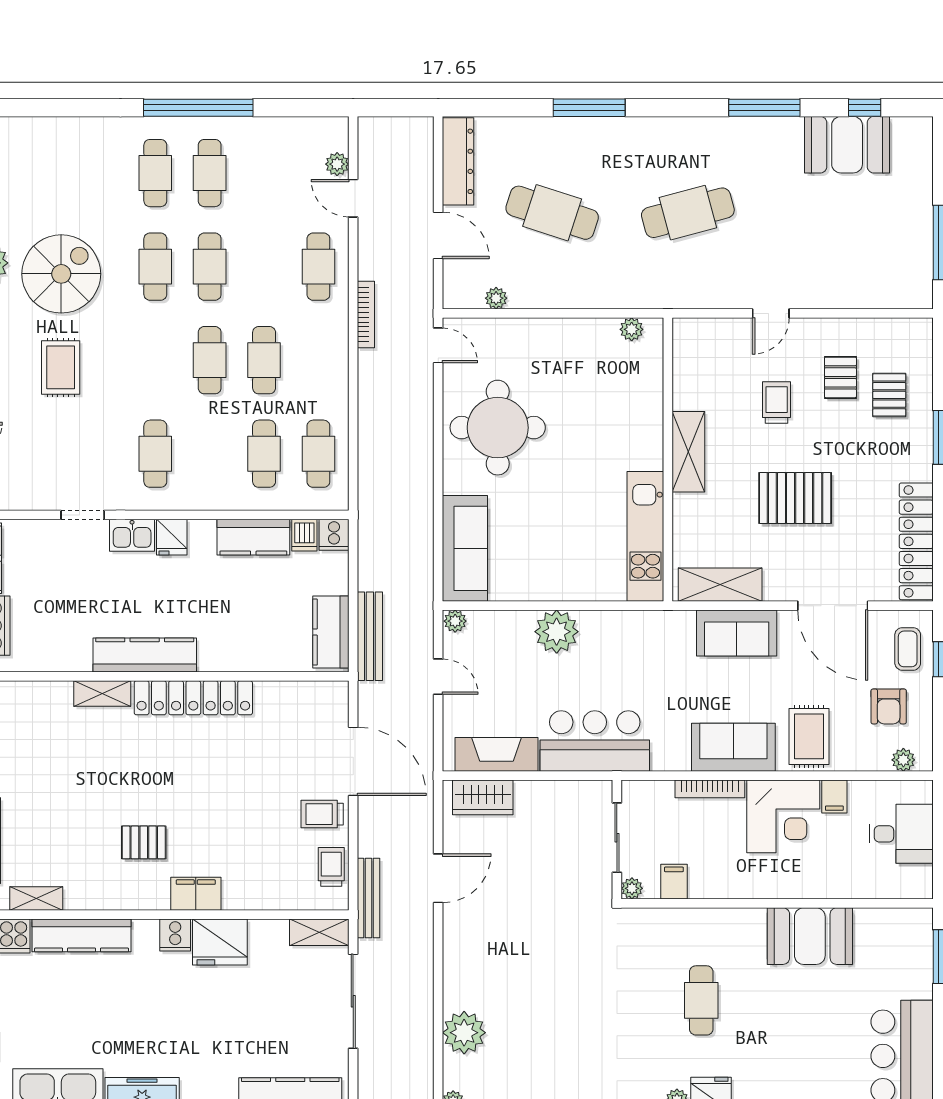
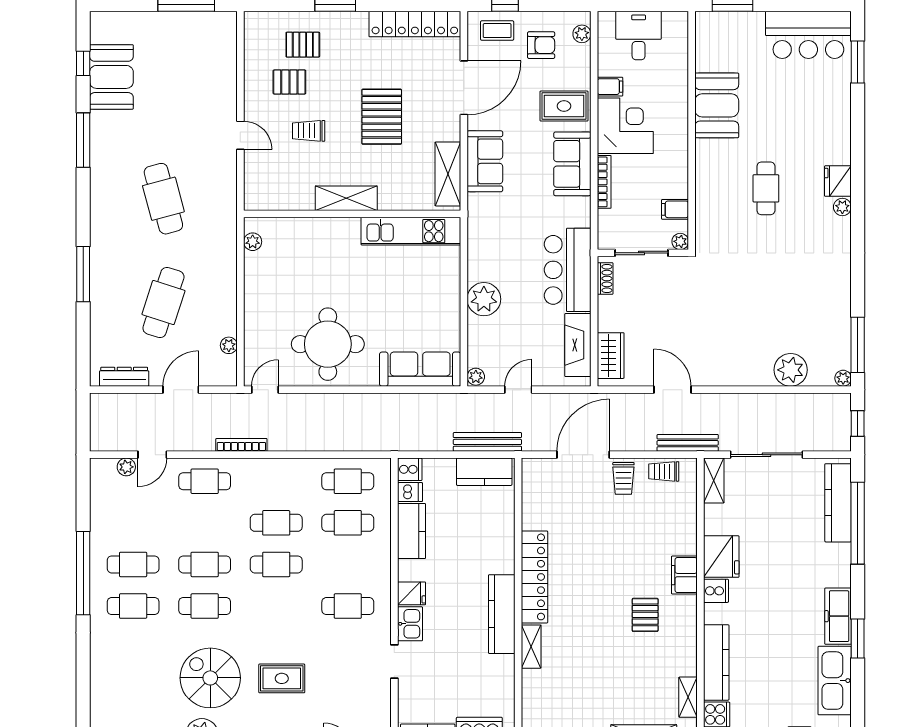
dresser: (458, 161) -> (124, 377), width x0.73, depth x0.80
shoe rack: (583, 790) -> (605, 279), added
cafe table: (701, 1000) -> (766, 188), turned 90

